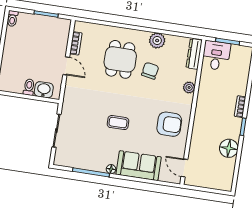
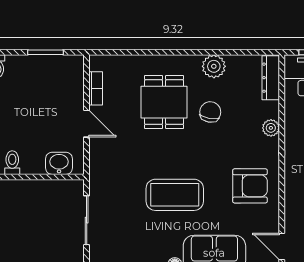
toilet: (29, 87) -> (12, 163), moved
coffee table: (118, 123) -> (175, 195), width x1.86, depth x1.72

